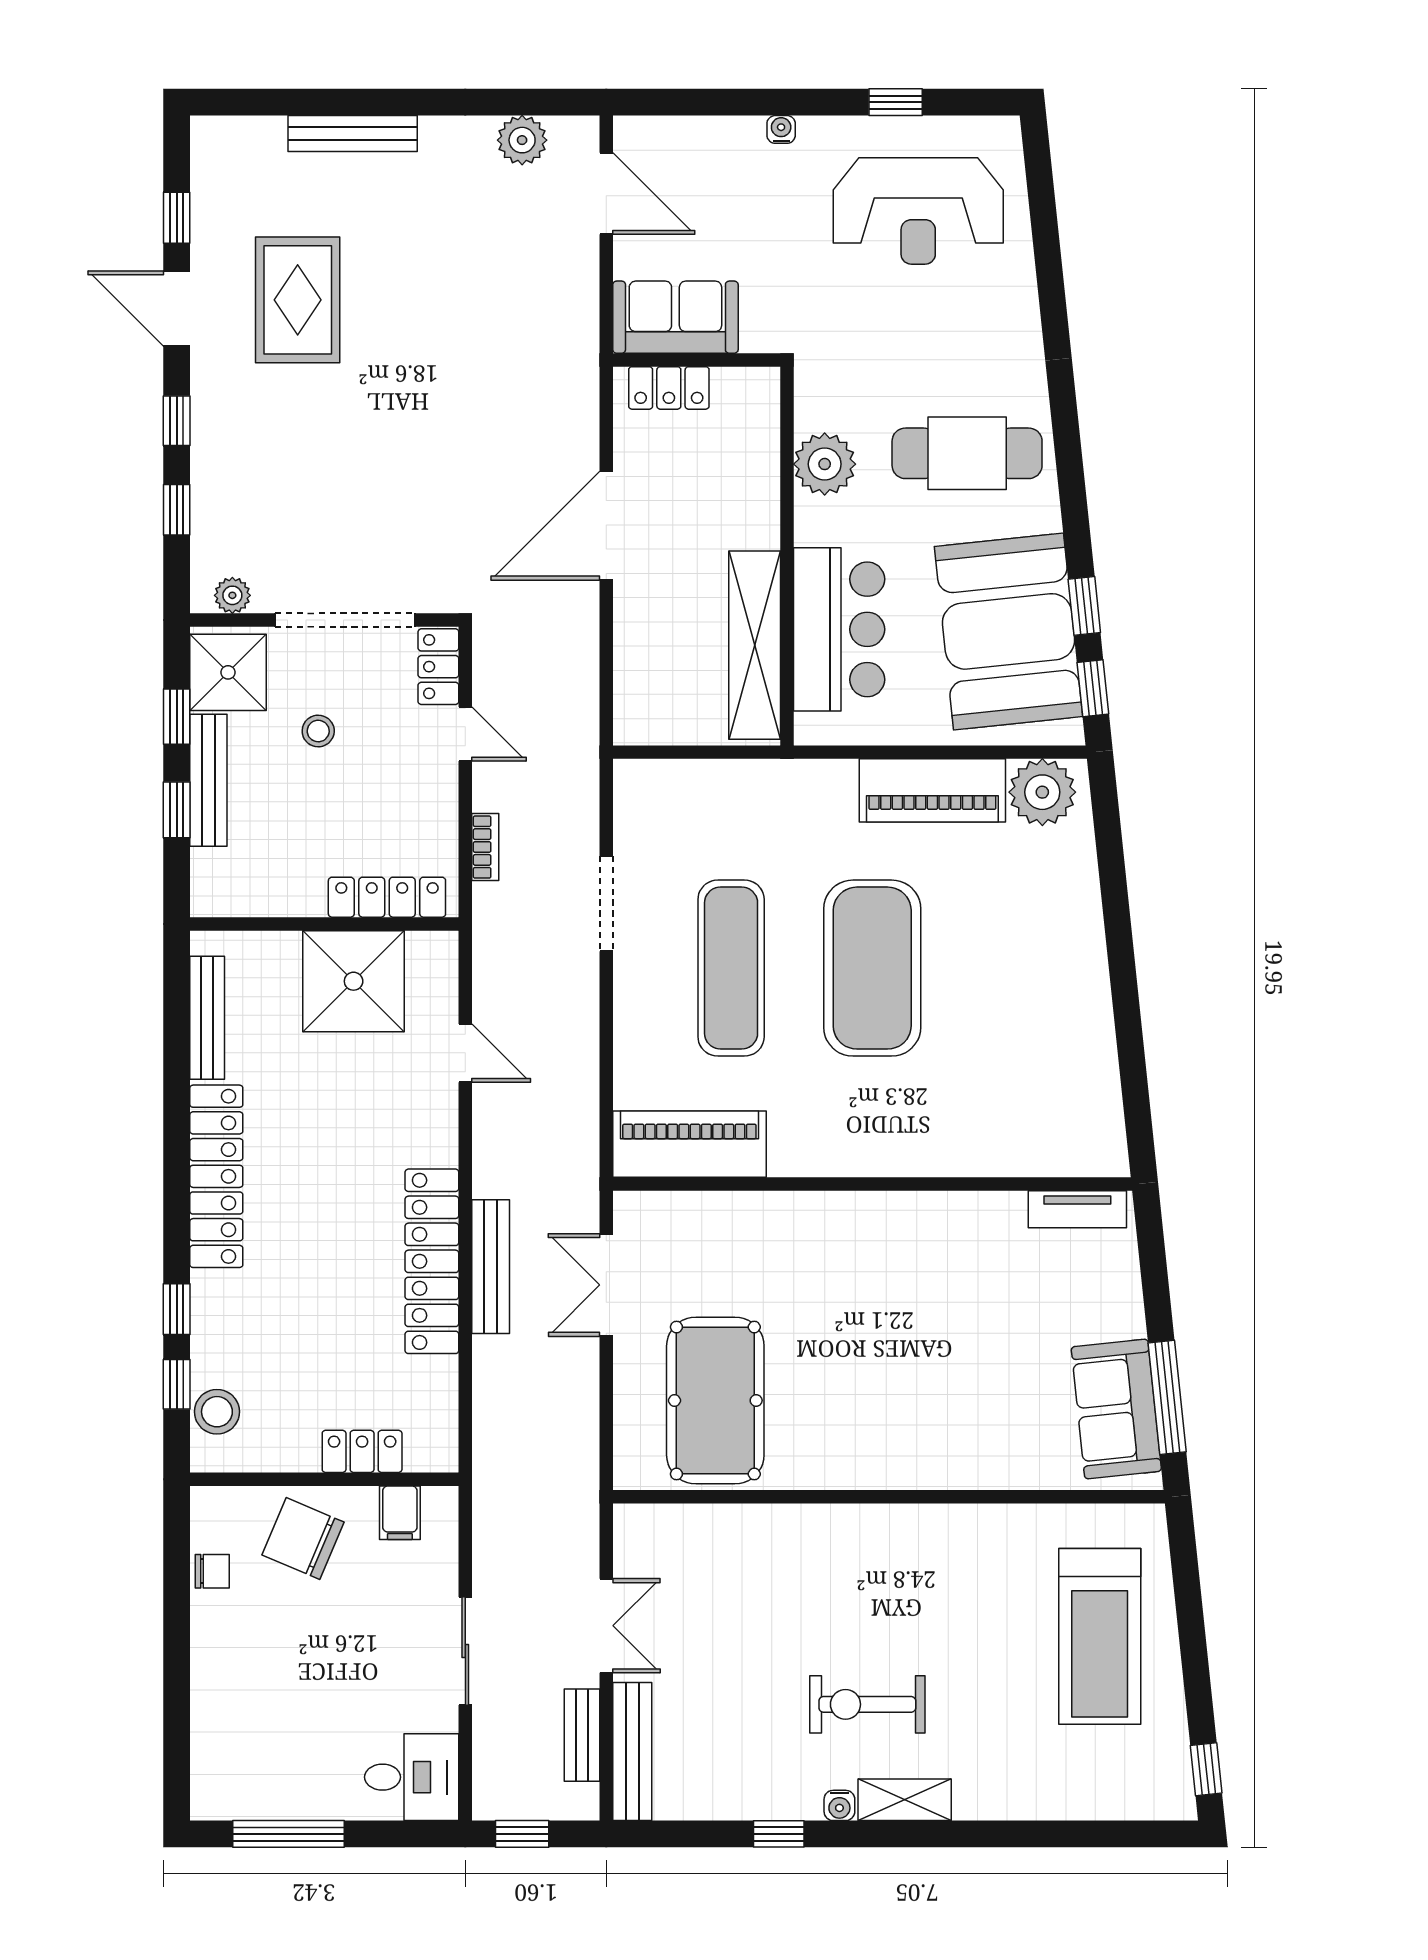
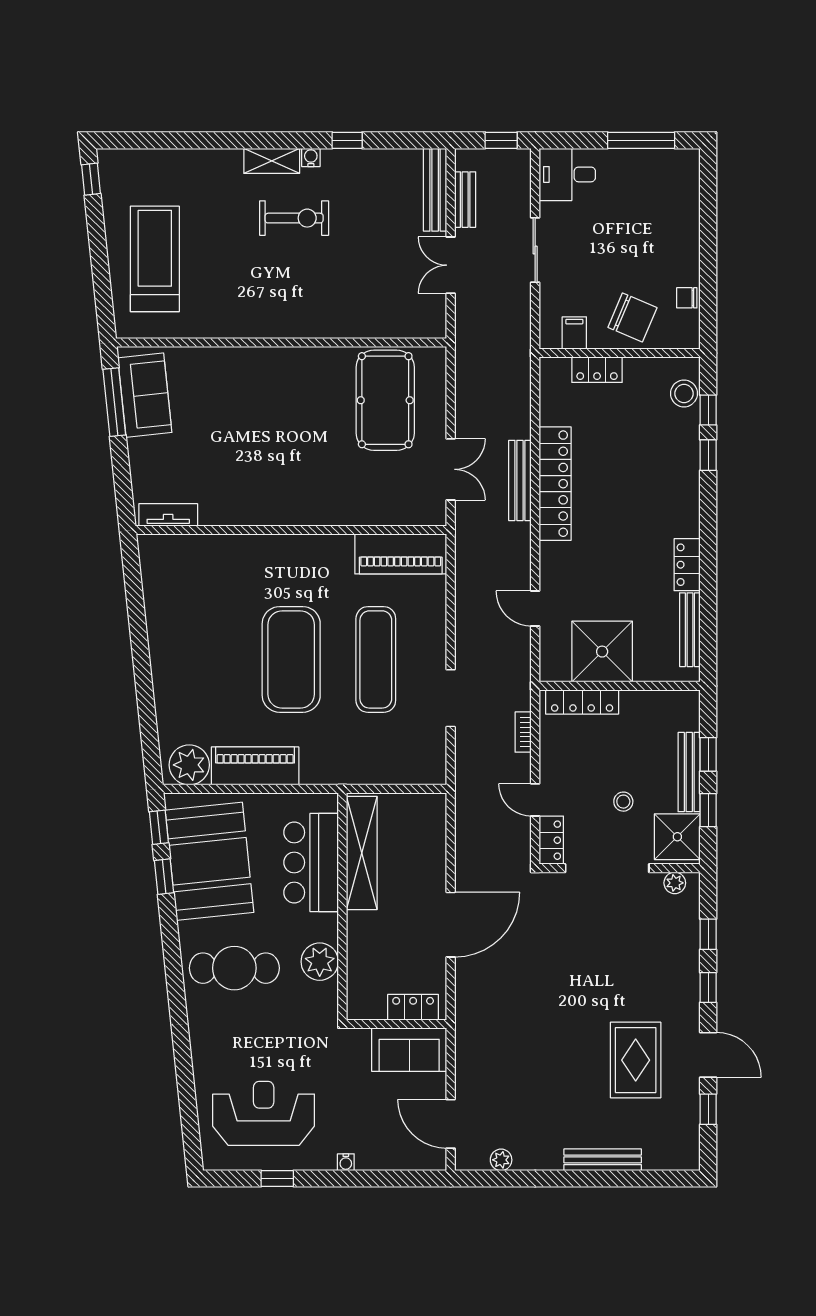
plant: (522, 140) -> (501, 1160), width x0.73, depth x0.73
locker: (216, 1176) -> (687, 565), width x0.46, depth x0.83

